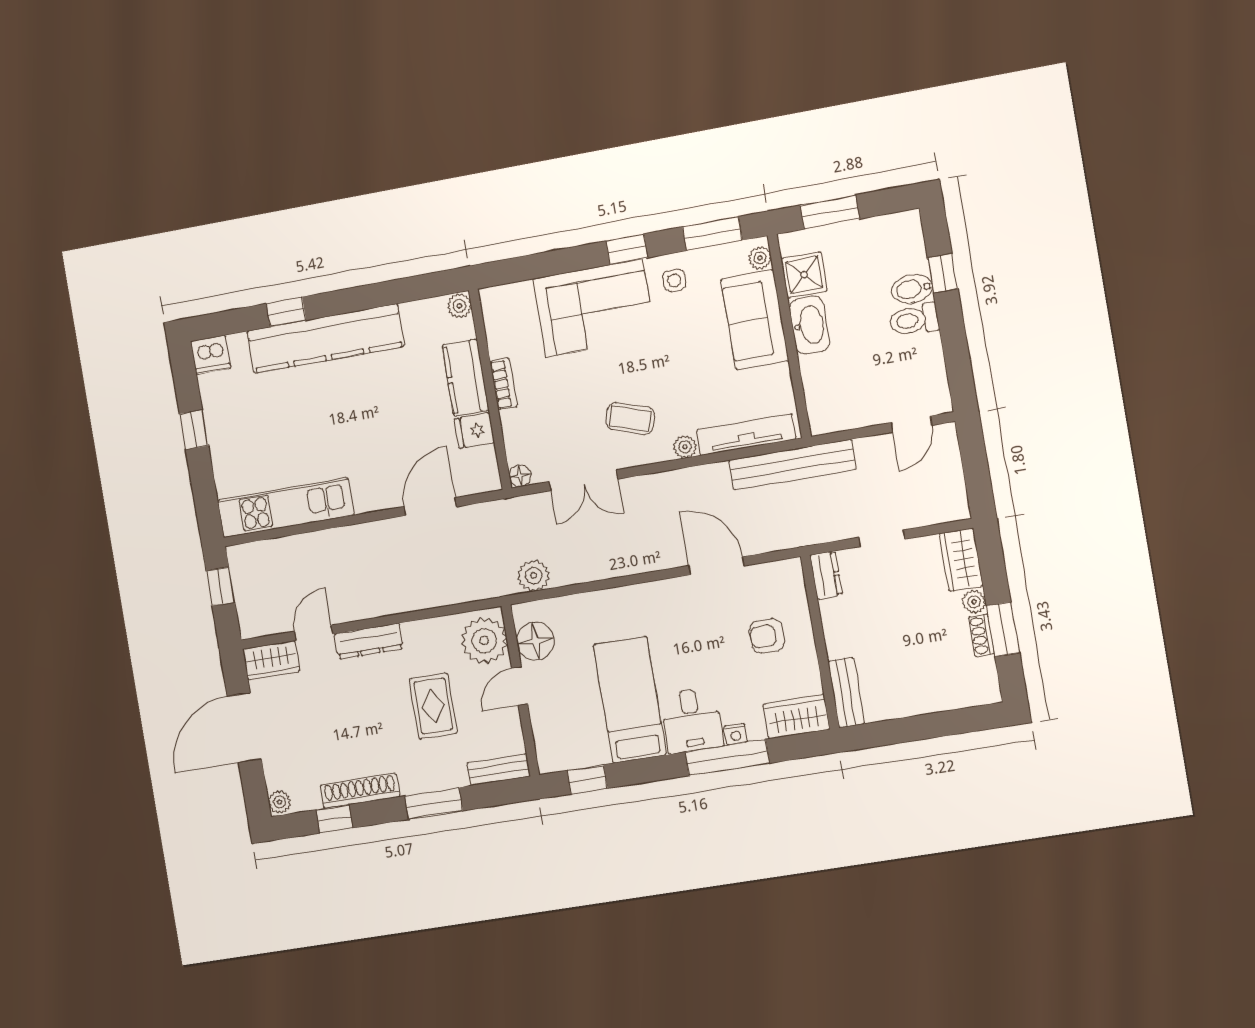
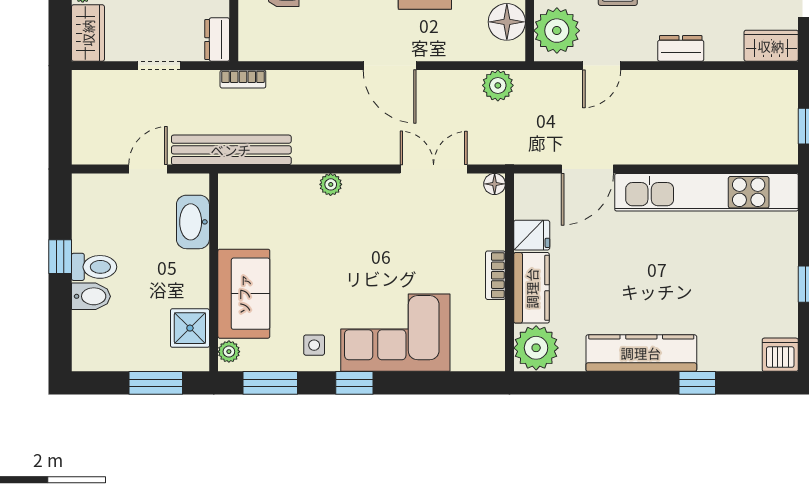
window: (943, 273) -> (60, 257), moved
plant: (459, 306) -> (536, 348), width x1.87, depth x1.87
washbasin: (809, 325) -> (193, 222), moved
kitchen counter: (326, 339) -> (641, 353), width x0.72, depth x0.86
coffee table: (630, 418) -> (379, 221), removed
door: (911, 424) -> (148, 169), moved
tv unit: (746, 435) -> (270, 186), removed
kitchen unit: (286, 508) -> (706, 192), width x1.36
bookcase: (793, 539) -> (243, 79), added
door: (716, 566) -> (390, 66), moved
door: (314, 633) -> (602, 66), moved
dresser: (369, 641) -> (681, 48), width x0.70

